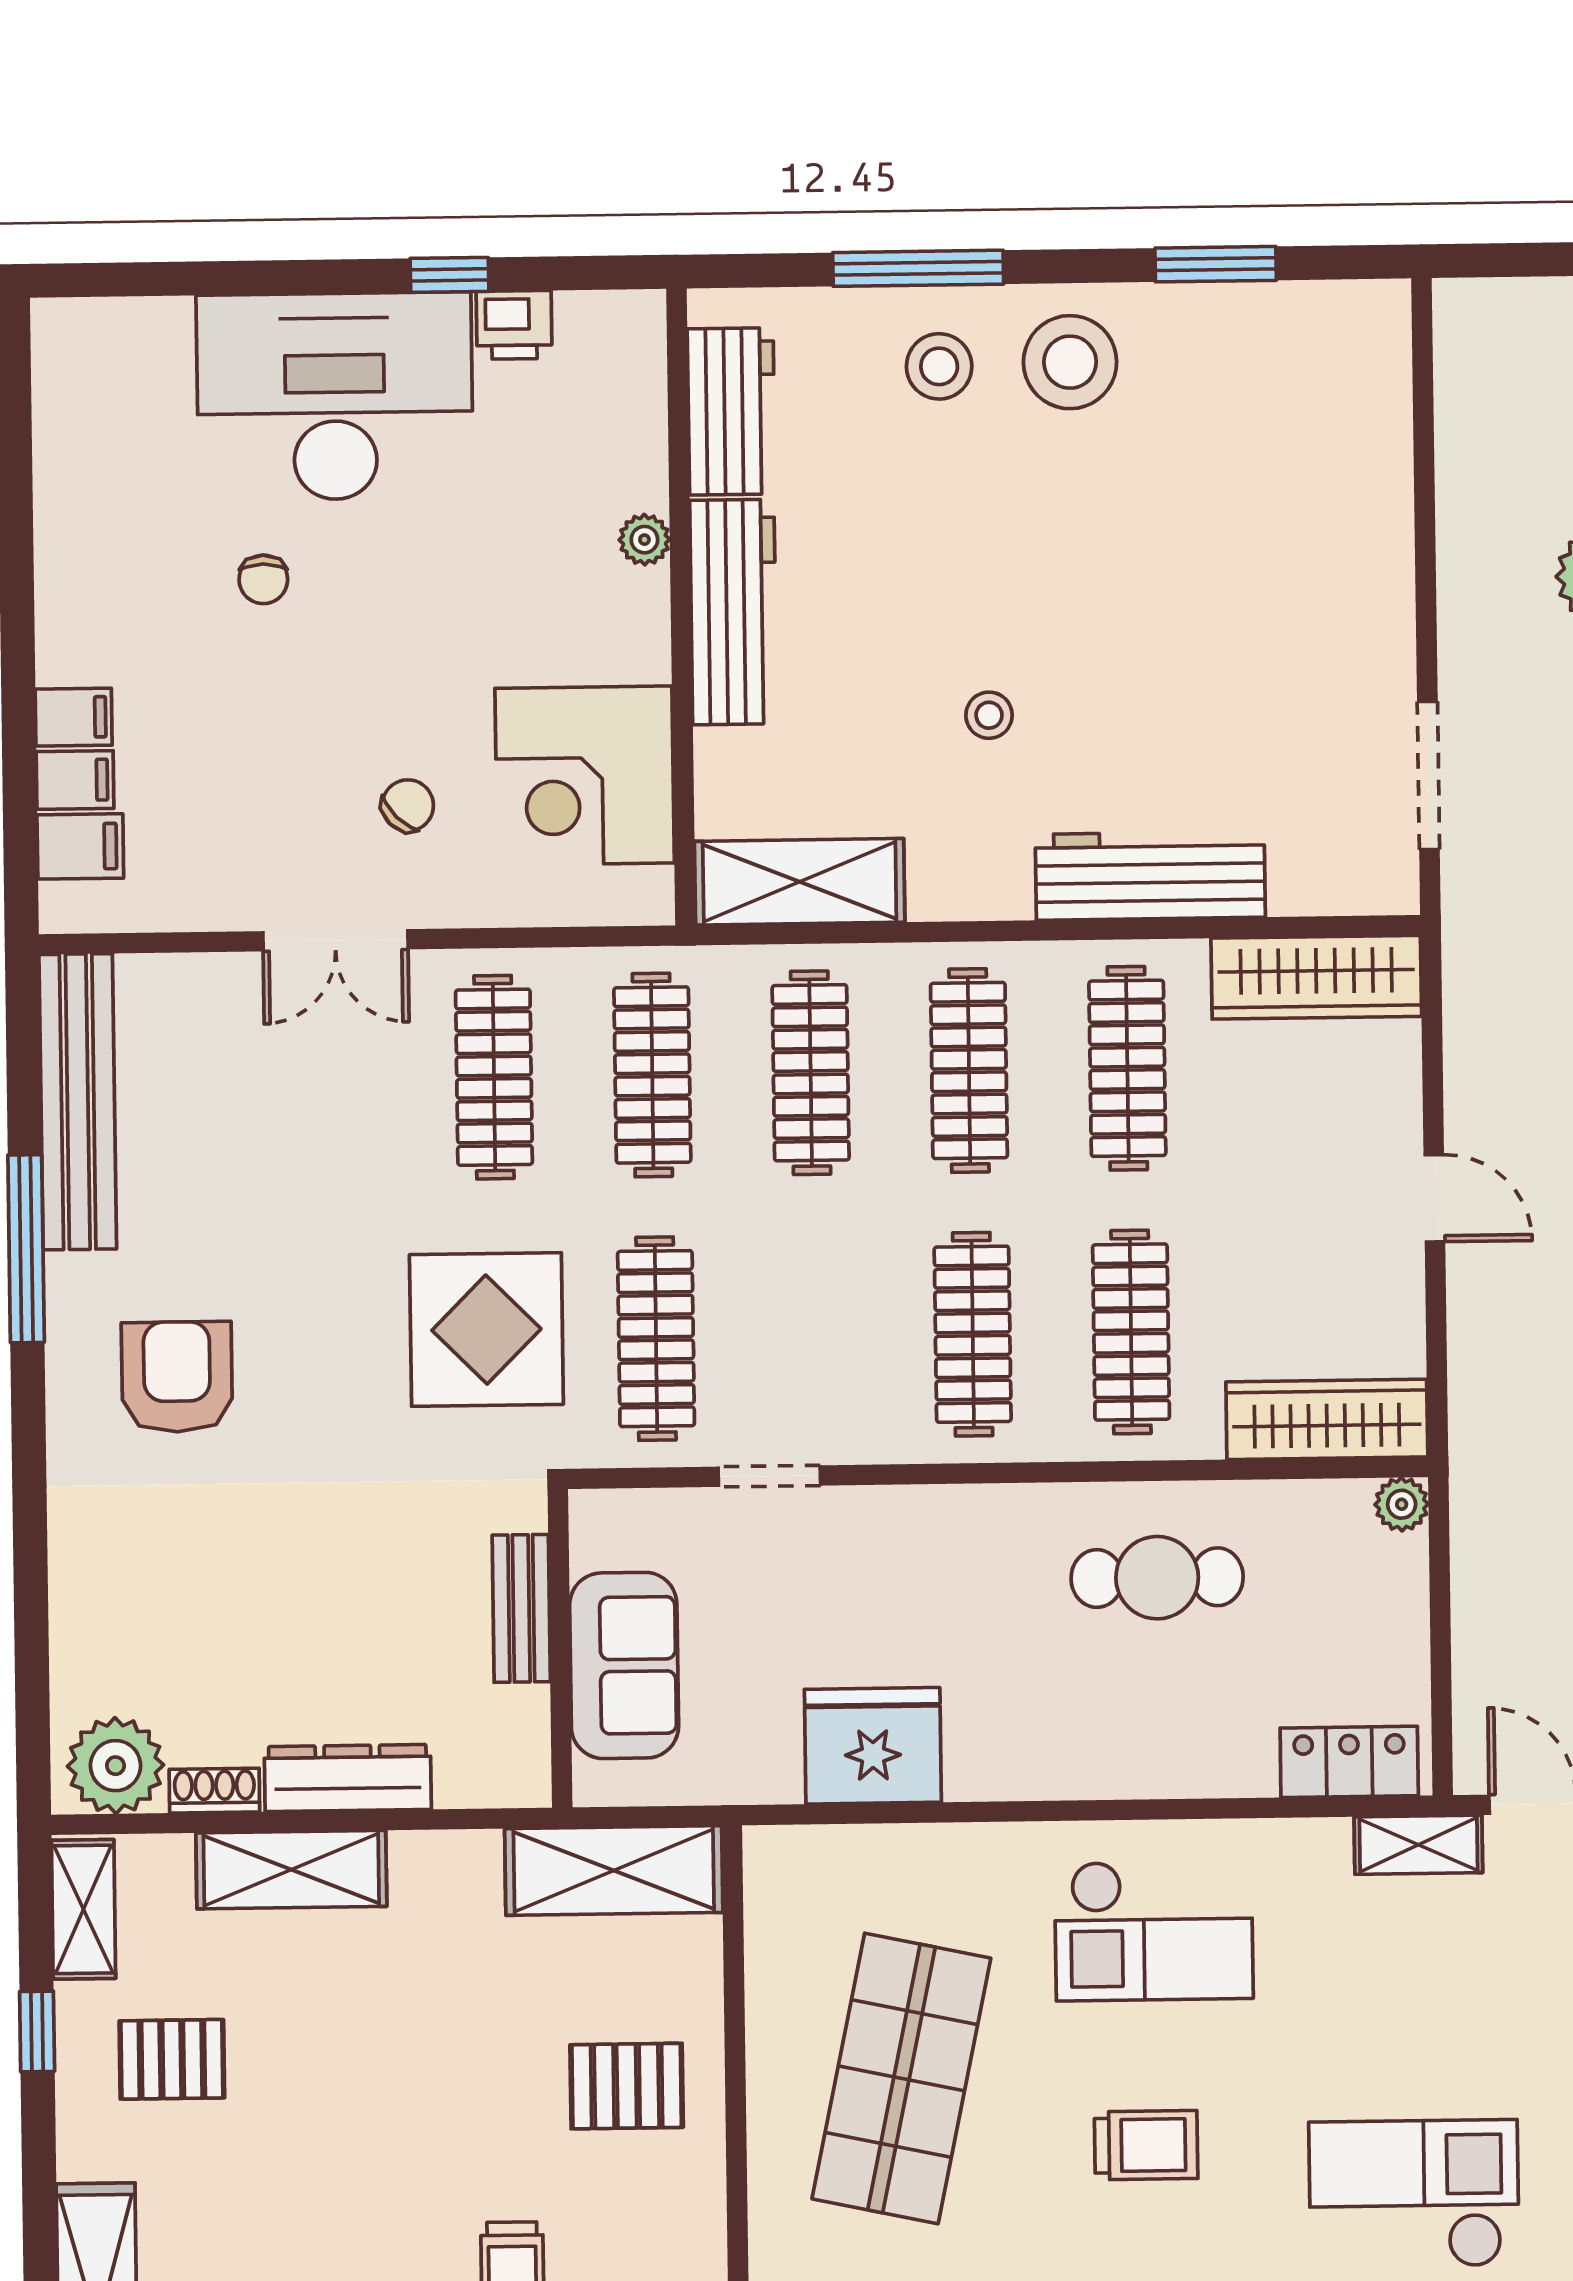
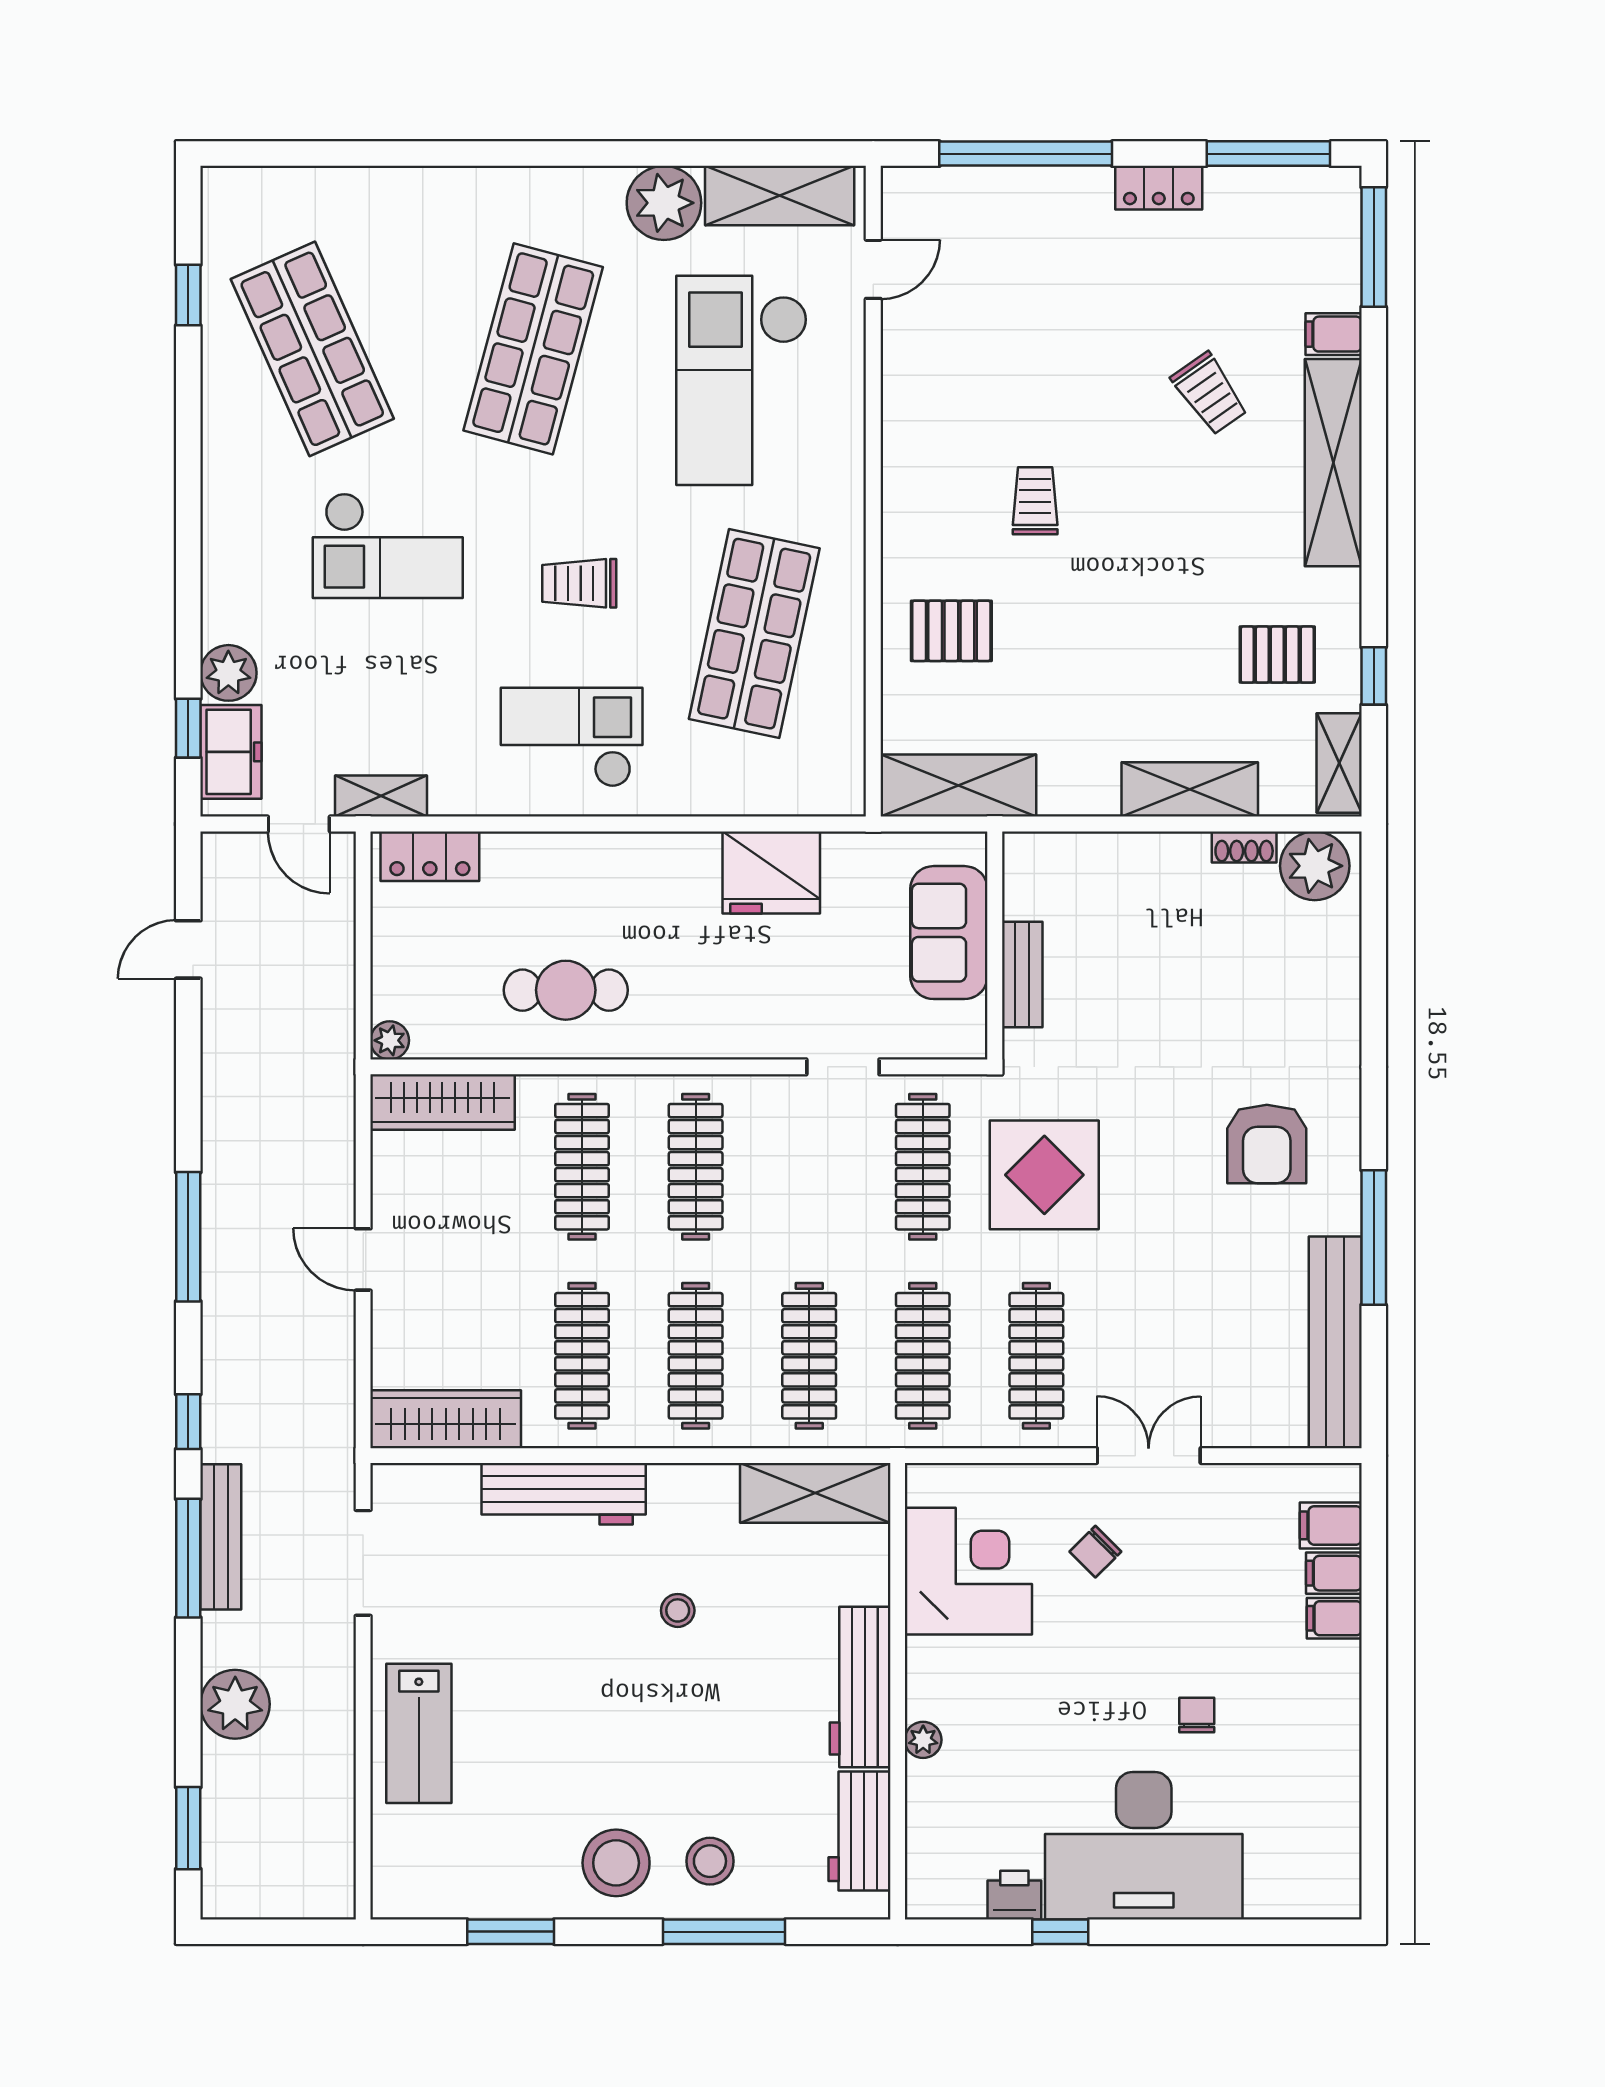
lab bench: (1347, 539) -> (419, 1733), added
dresser: (348, 1778) -> (1148, 855), removed

